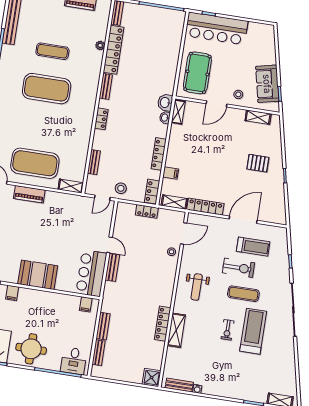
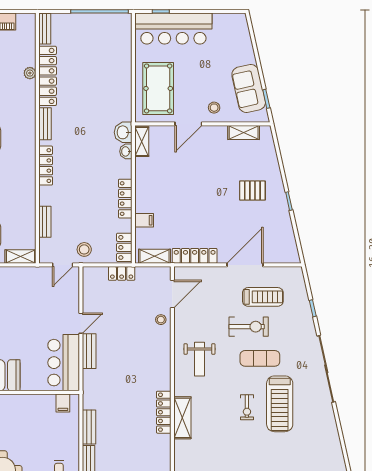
locker: (101, 119) -> (46, 166), width x1.53
door: (109, 245) -> (81, 323), hinge flipped
treadmill: (253, 331) -> (280, 404), turned 180

